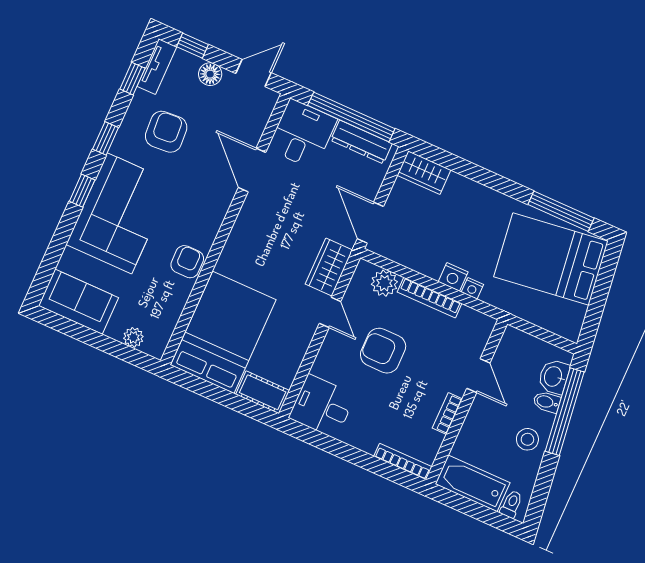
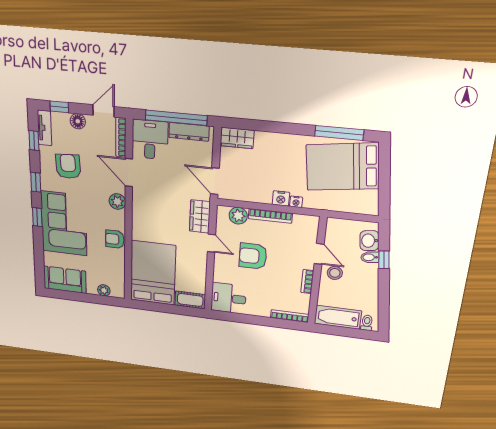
bookcase: (262, 117) -> (121, 137), added
plant: (216, 206) -> (117, 201), added
armchair: (187, 262) -> (115, 239), turned -90
window: (565, 412) -> (384, 260), width x0.32
stool: (527, 439) -> (335, 273), moved

